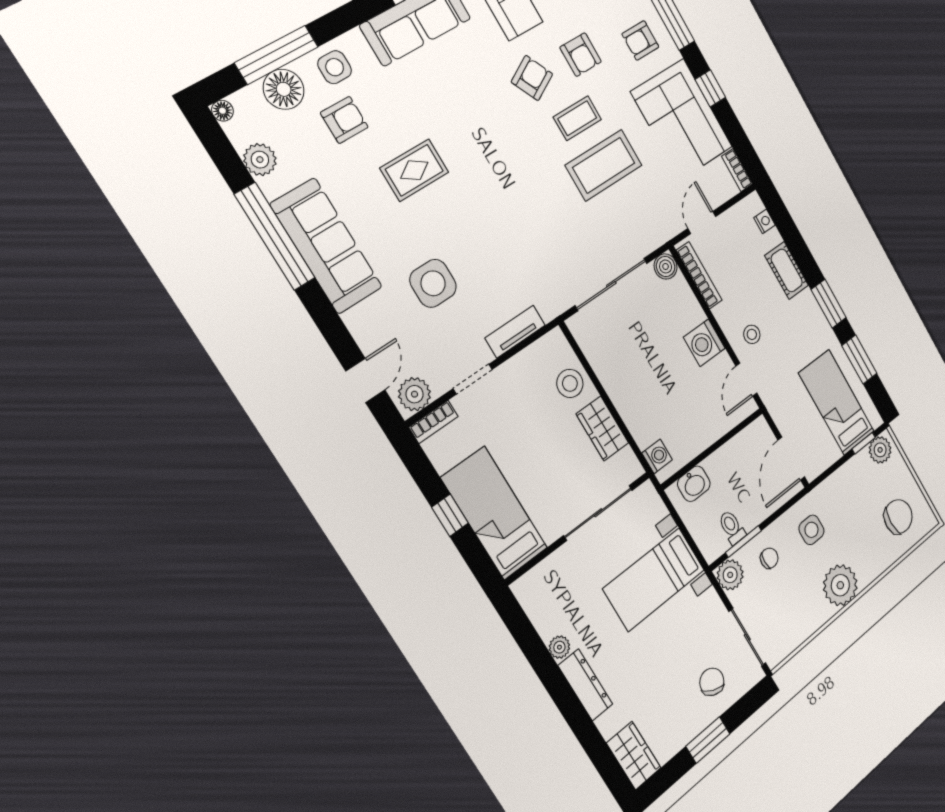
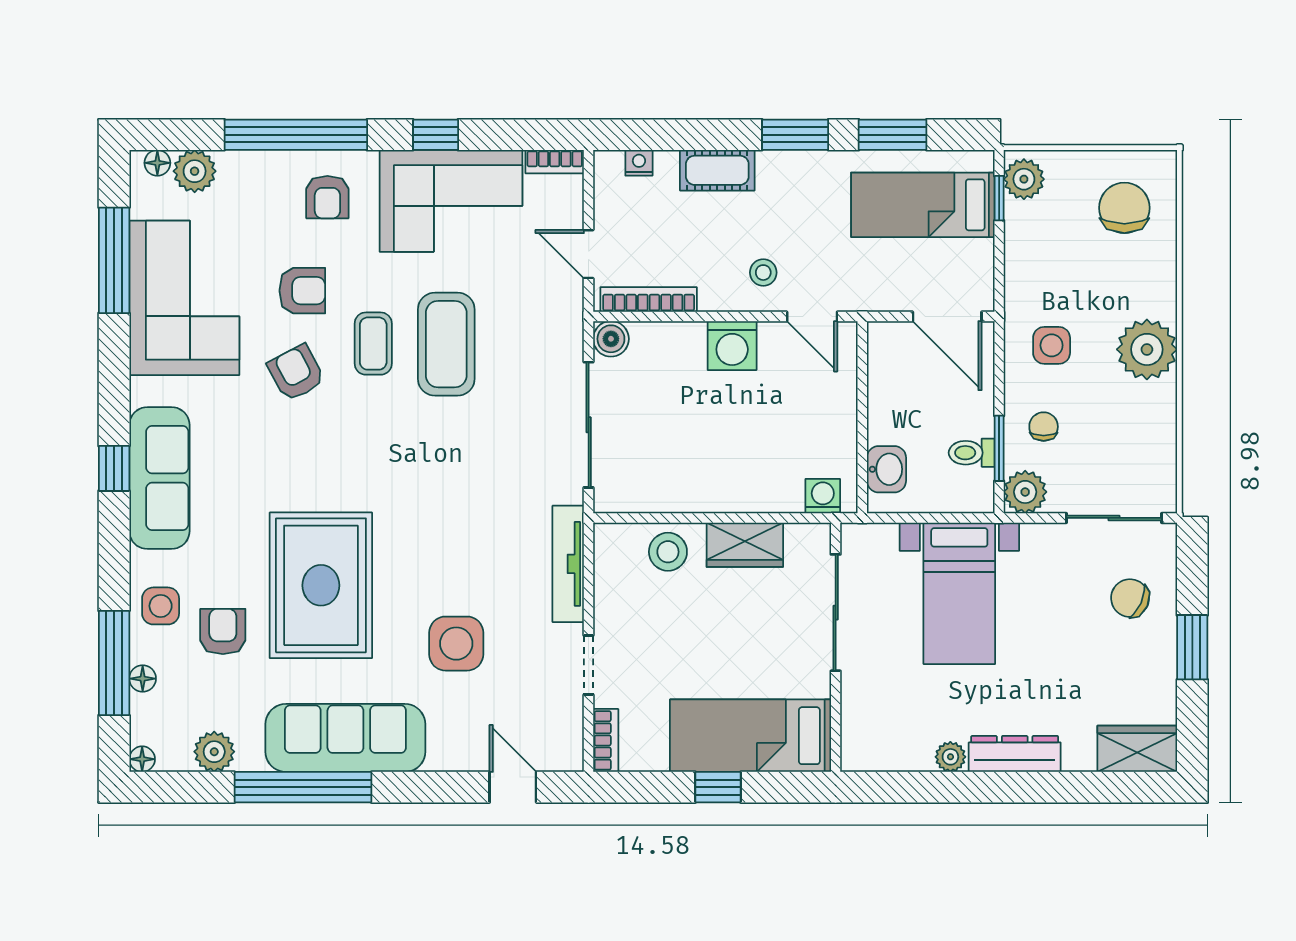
floor lamp: (284, 89) -> (143, 679), width x0.53, depth x0.53
rug: (414, 170) -> (321, 585), width x1.86, depth x2.06
tv unit: (515, 332) -> (568, 564), width x1.41
plant: (415, 394) -> (562, 742), removed

